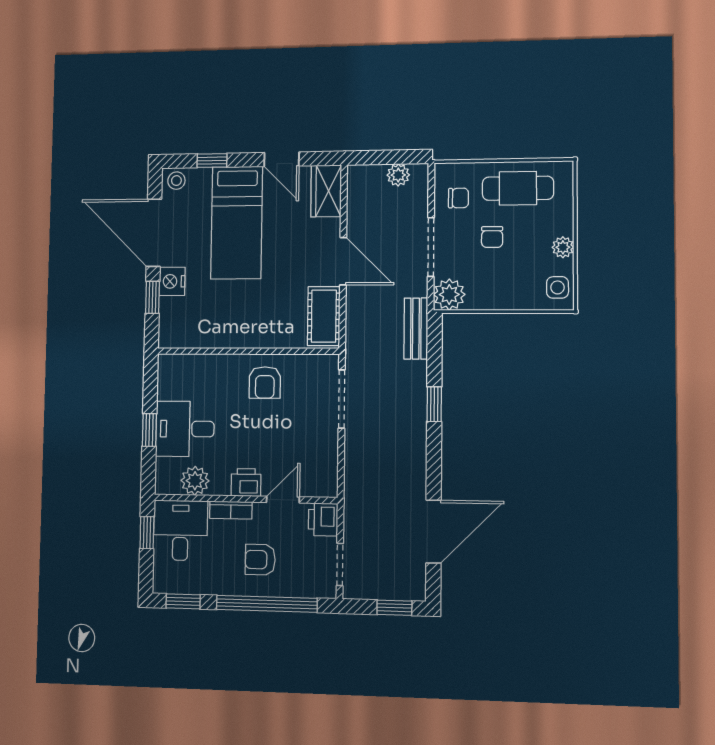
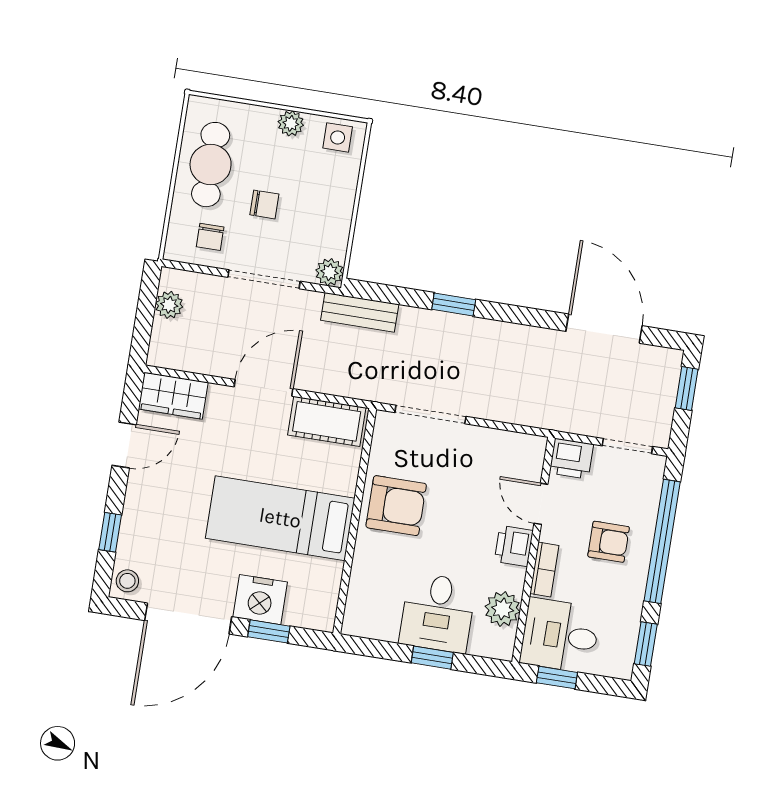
chair: (458, 198) -> (210, 237), turned 180
bed: (237, 223) -> (280, 518), moved, turned 180
nightstand: (172, 281) -> (260, 600), width x1.36, depth x1.33
plant: (449, 295) -> (330, 272), width x0.73, depth x0.73
armchair: (265, 382) -> (396, 506), width x1.38, depth x1.38
armchair: (260, 560) -> (609, 542), turned -90

